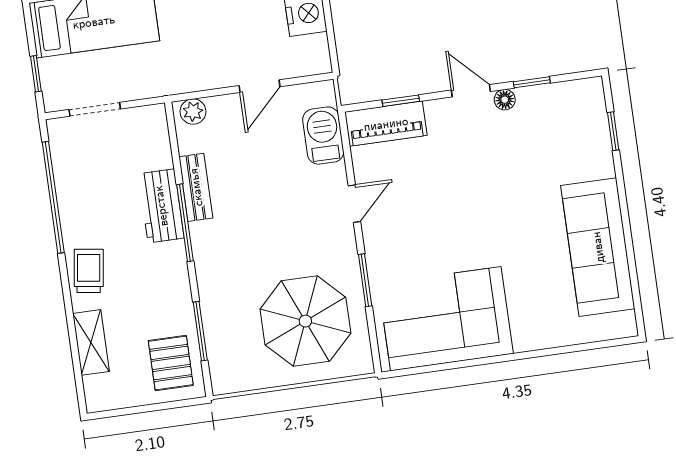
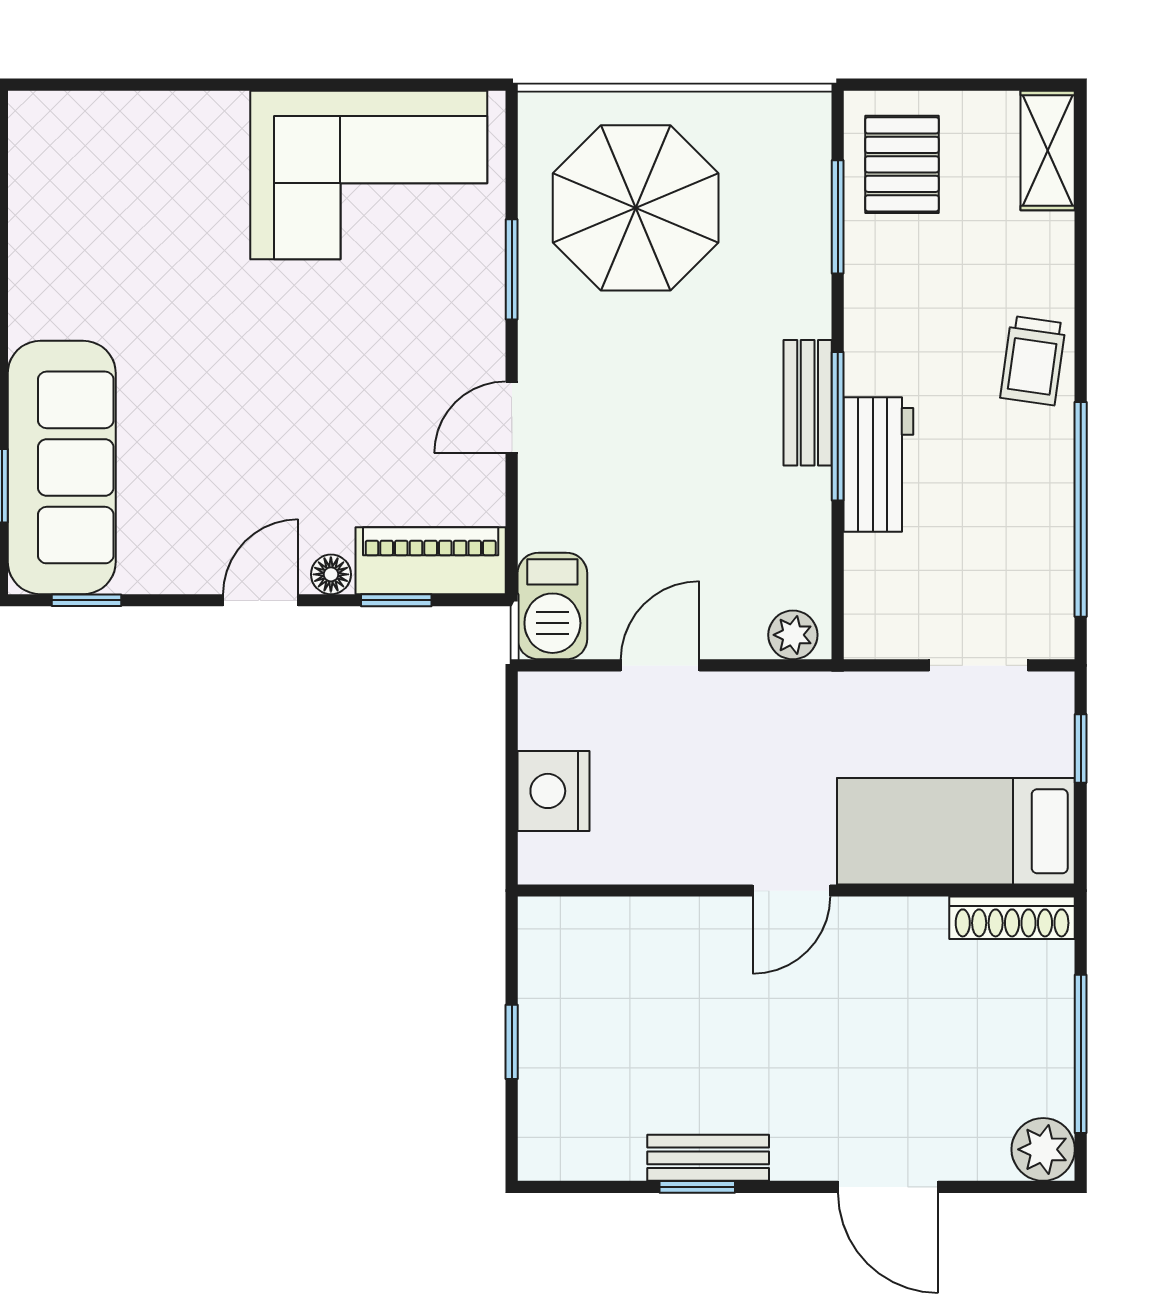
window: (532, 82) -> (86, 600), moved
door: (471, 91) -> (261, 600), swing flipped
floor lamp: (505, 100) -> (331, 574), moved
barbecue: (323, 136) -> (552, 606), moved
bench: (196, 187) -> (808, 403), moved
sofa: (598, 247) -> (62, 467), moved
shelving: (91, 342) -> (1048, 150), moved

